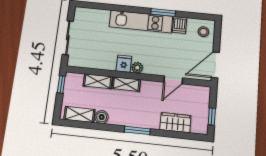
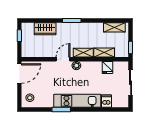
dishwasher: (180, 25) -> (106, 101), moved
fridge: (124, 64) -> (107, 67), moved
door: (173, 80) -> (63, 59), moved
boiler: (102, 117) -> (98, 27), removed

